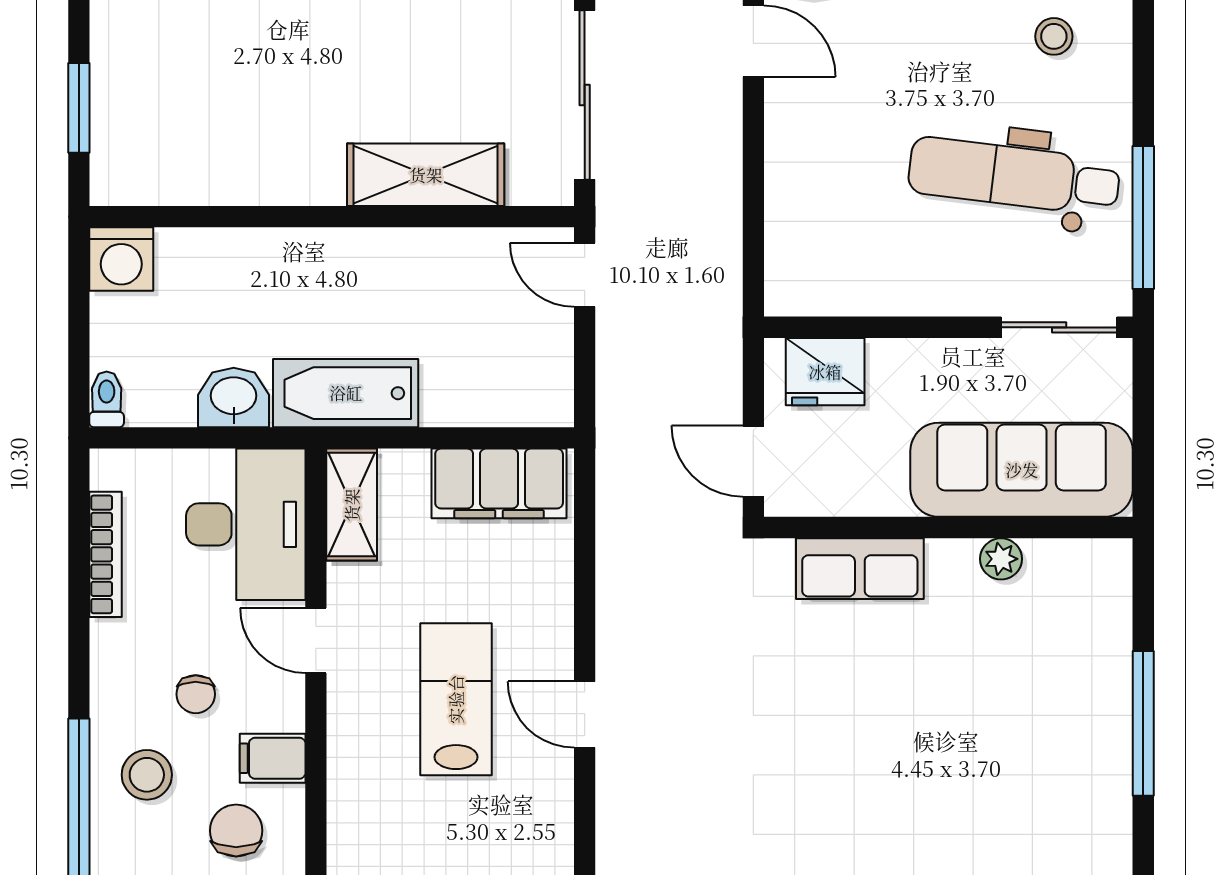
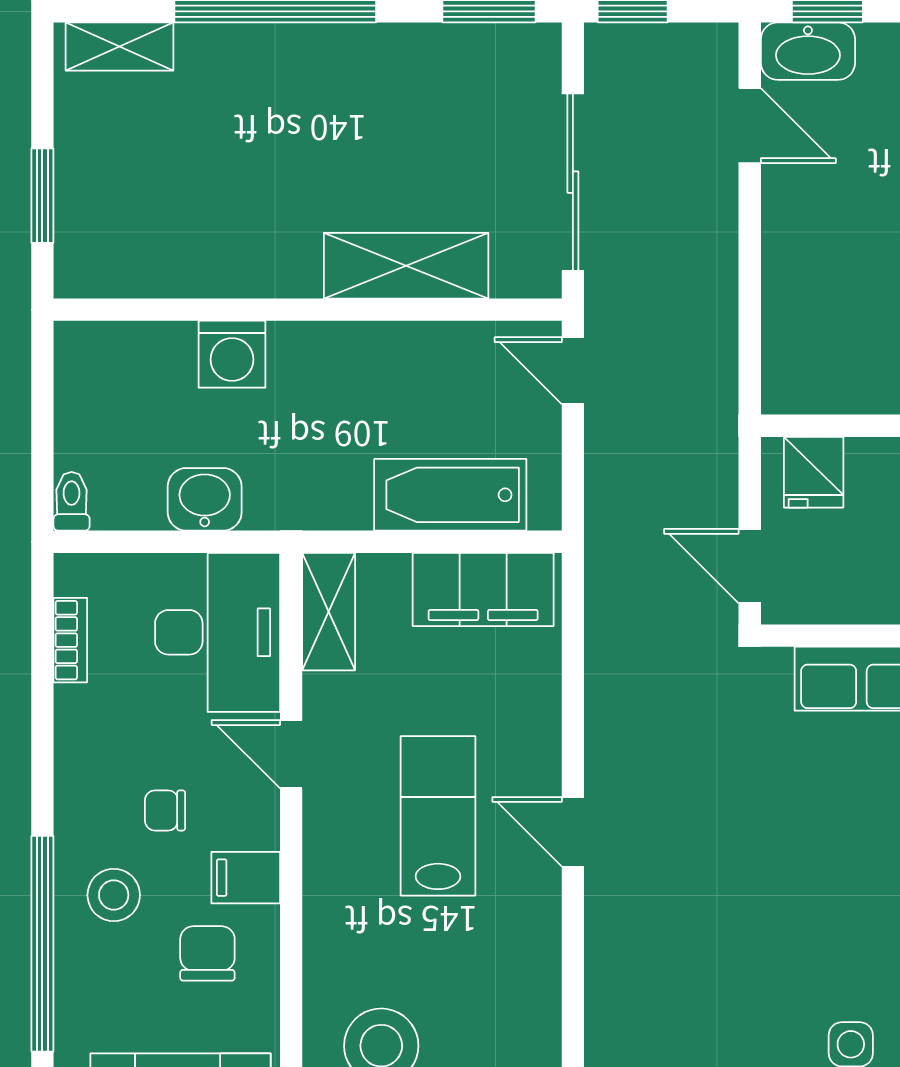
washing machine: (121, 259) -> (232, 354), moved
fridge: (825, 372) -> (814, 472), width x0.72
bathtub: (346, 393) -> (450, 495), moved
bookcase: (105, 554) -> (70, 640), width x0.64
chair: (196, 694) -> (165, 810), turned 90

